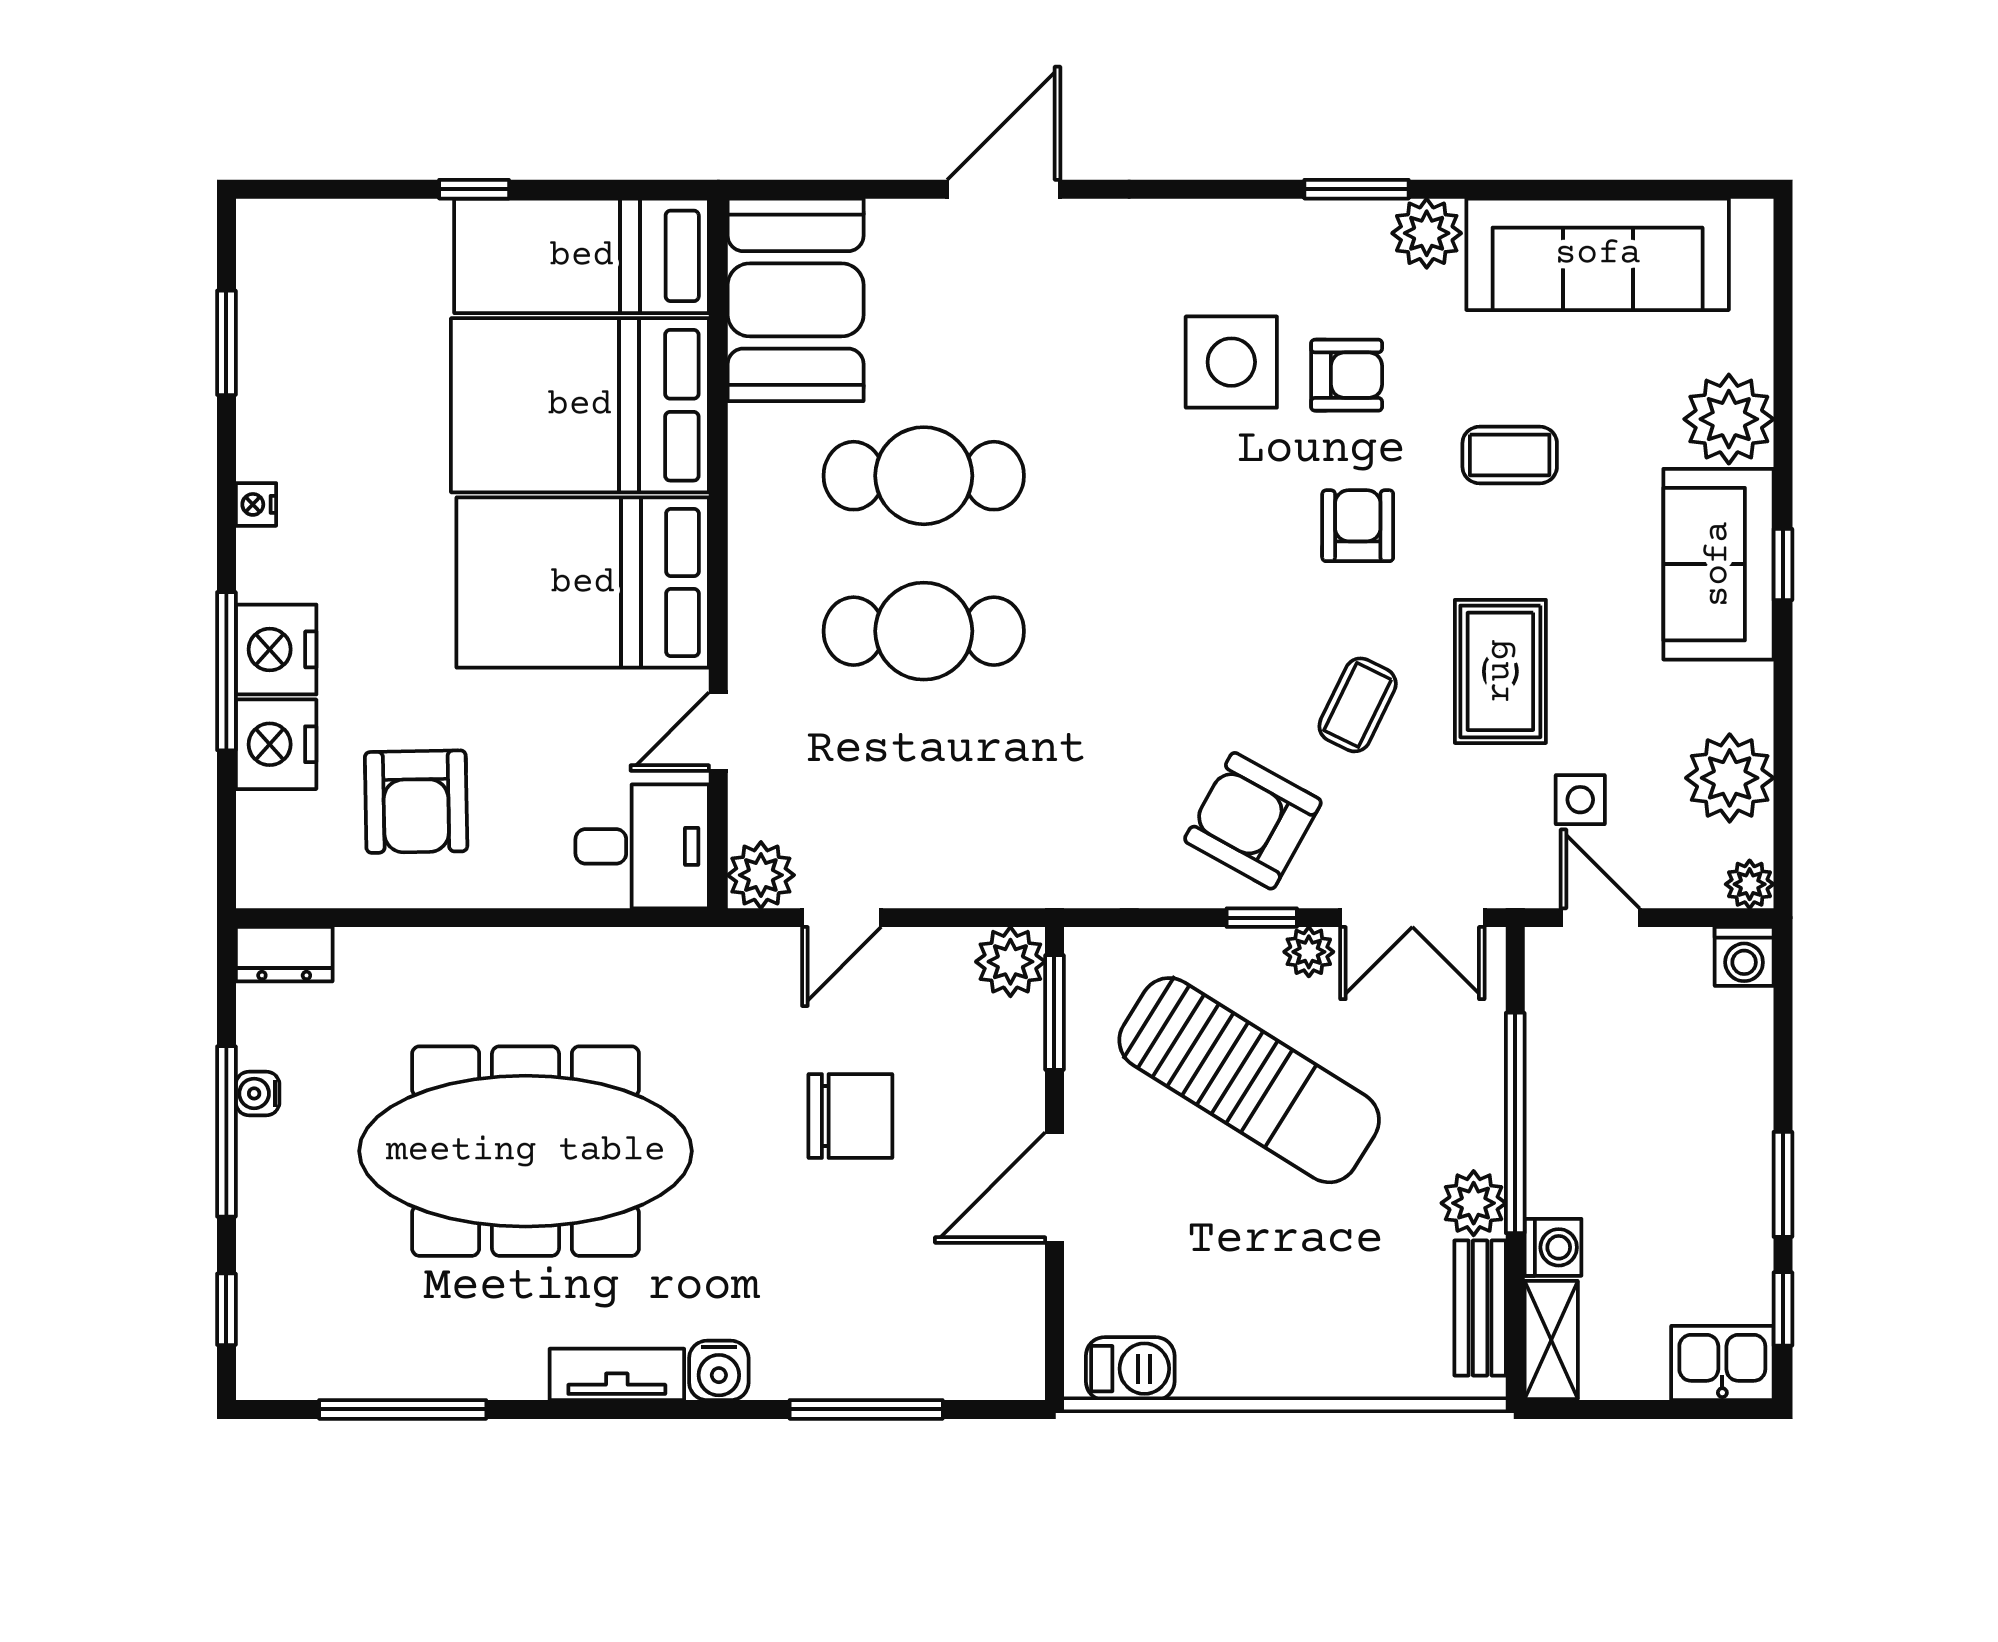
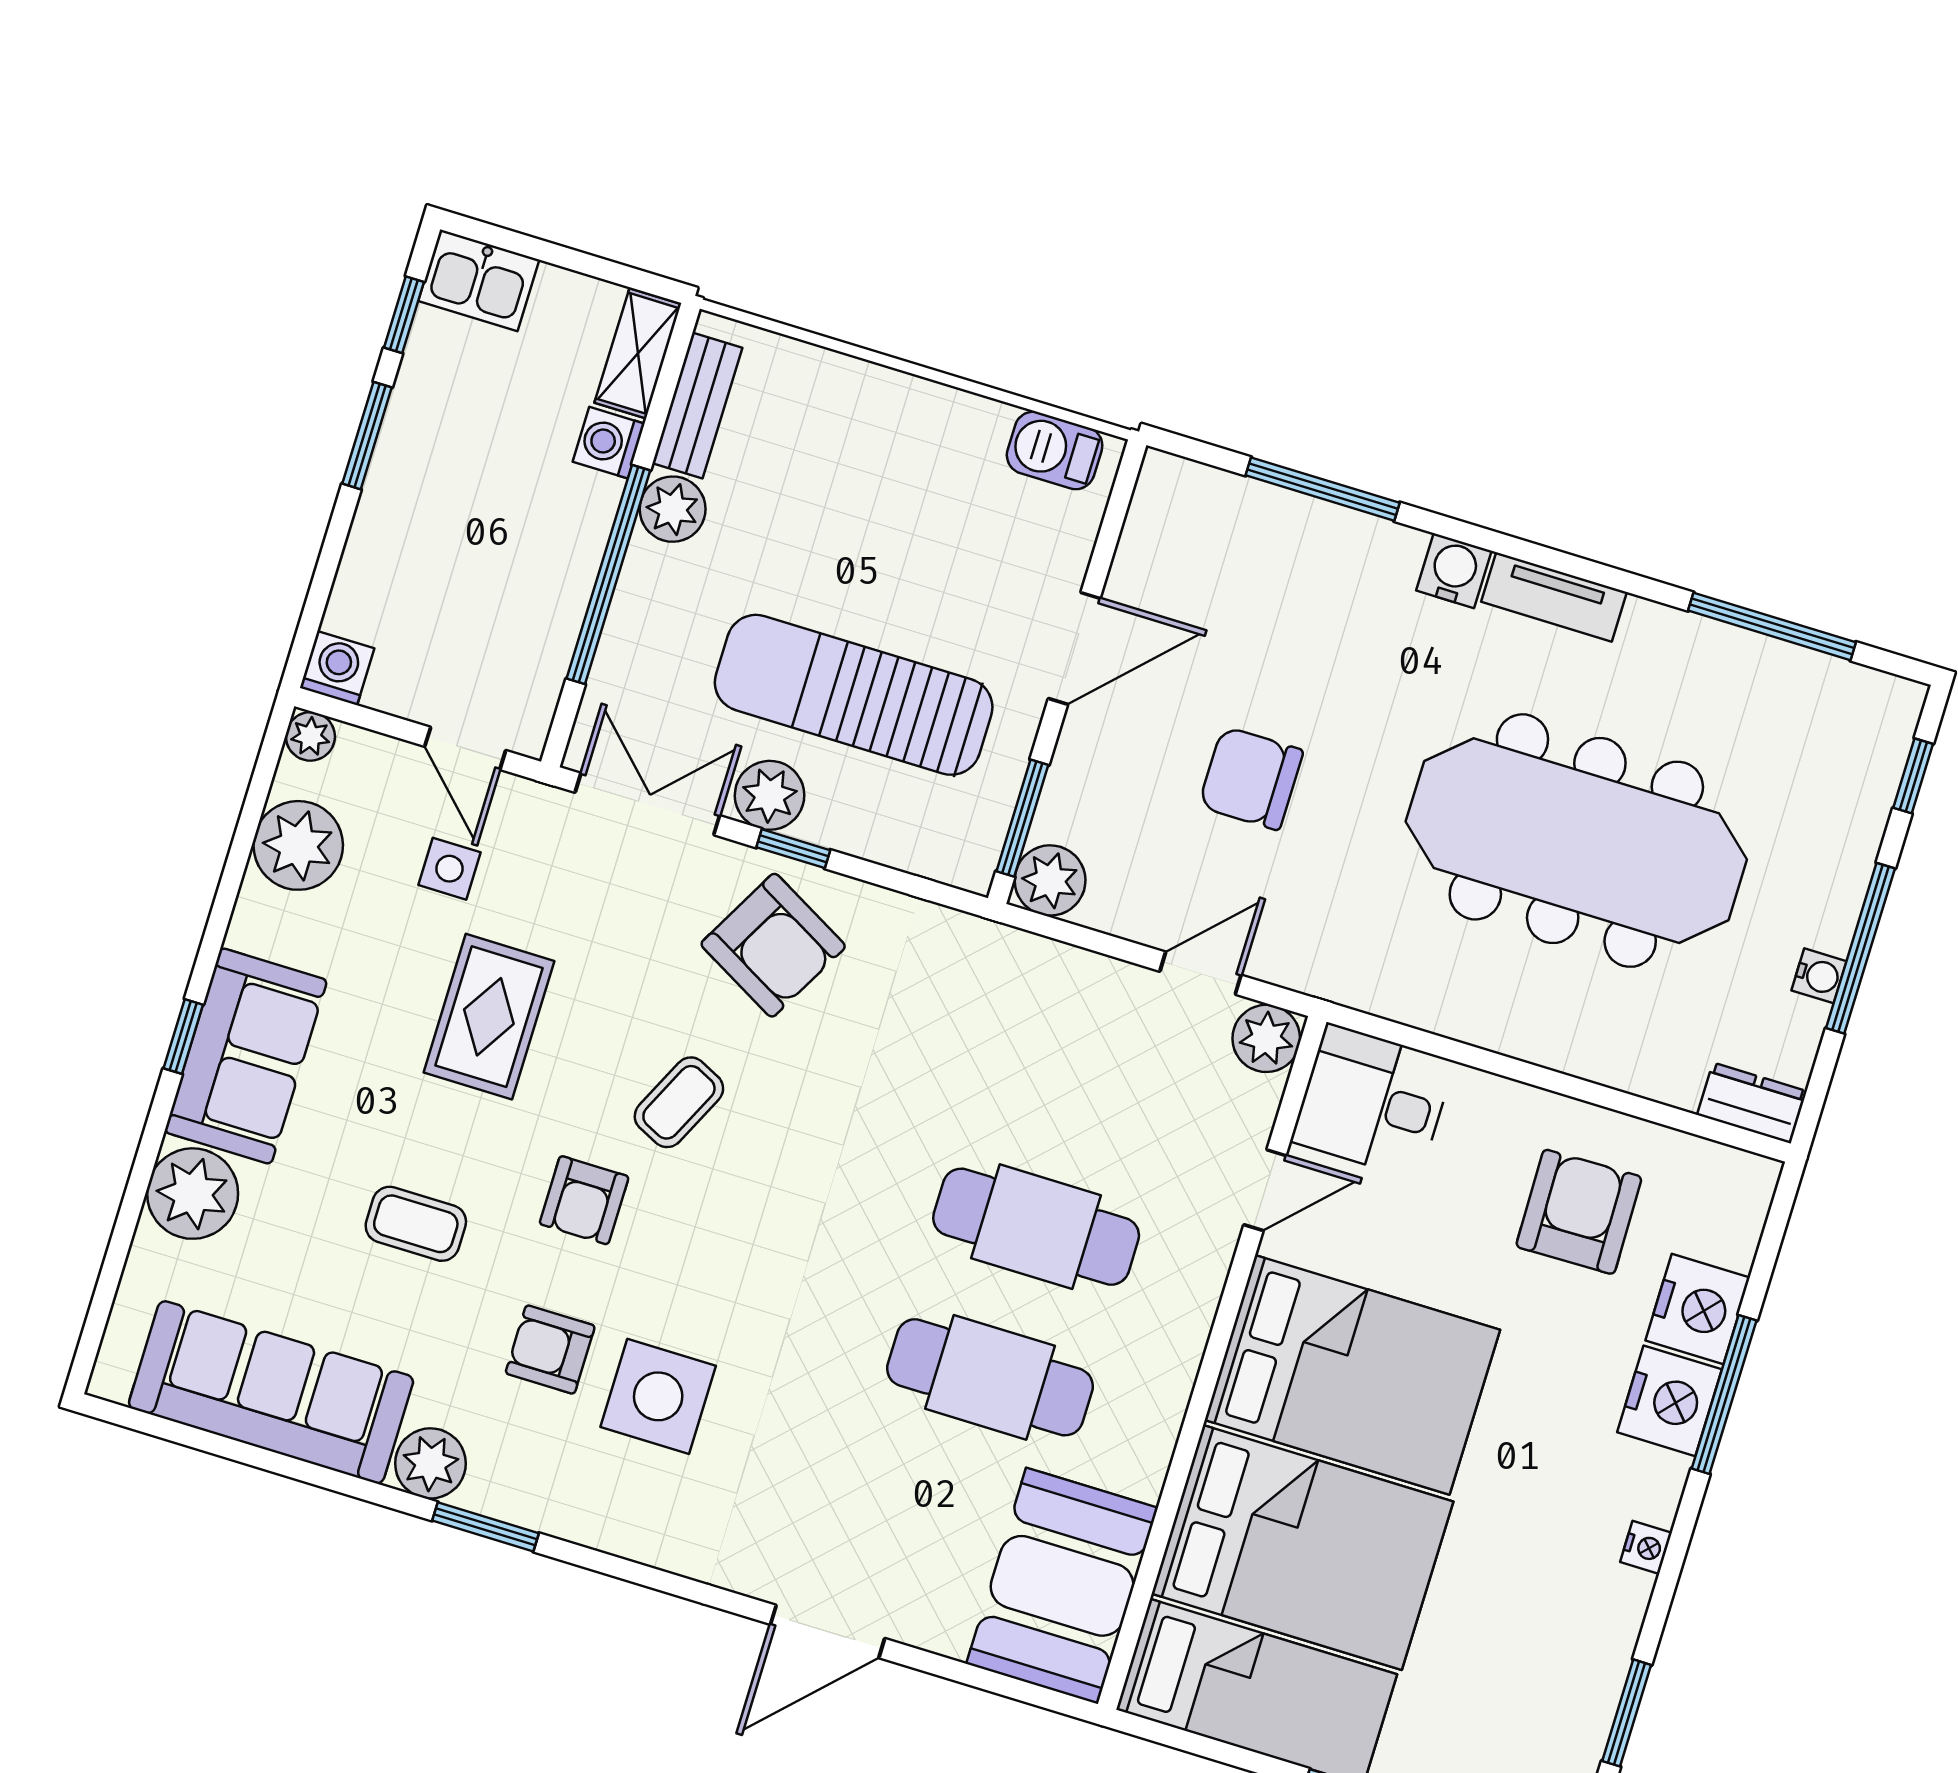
coffee table: (1358, 705) -> (679, 1102), moved
plant: (1309, 952) -> (770, 795), width x1.38, depth x1.38
sun lounger: (1249, 1080) -> (854, 695), turned -32

